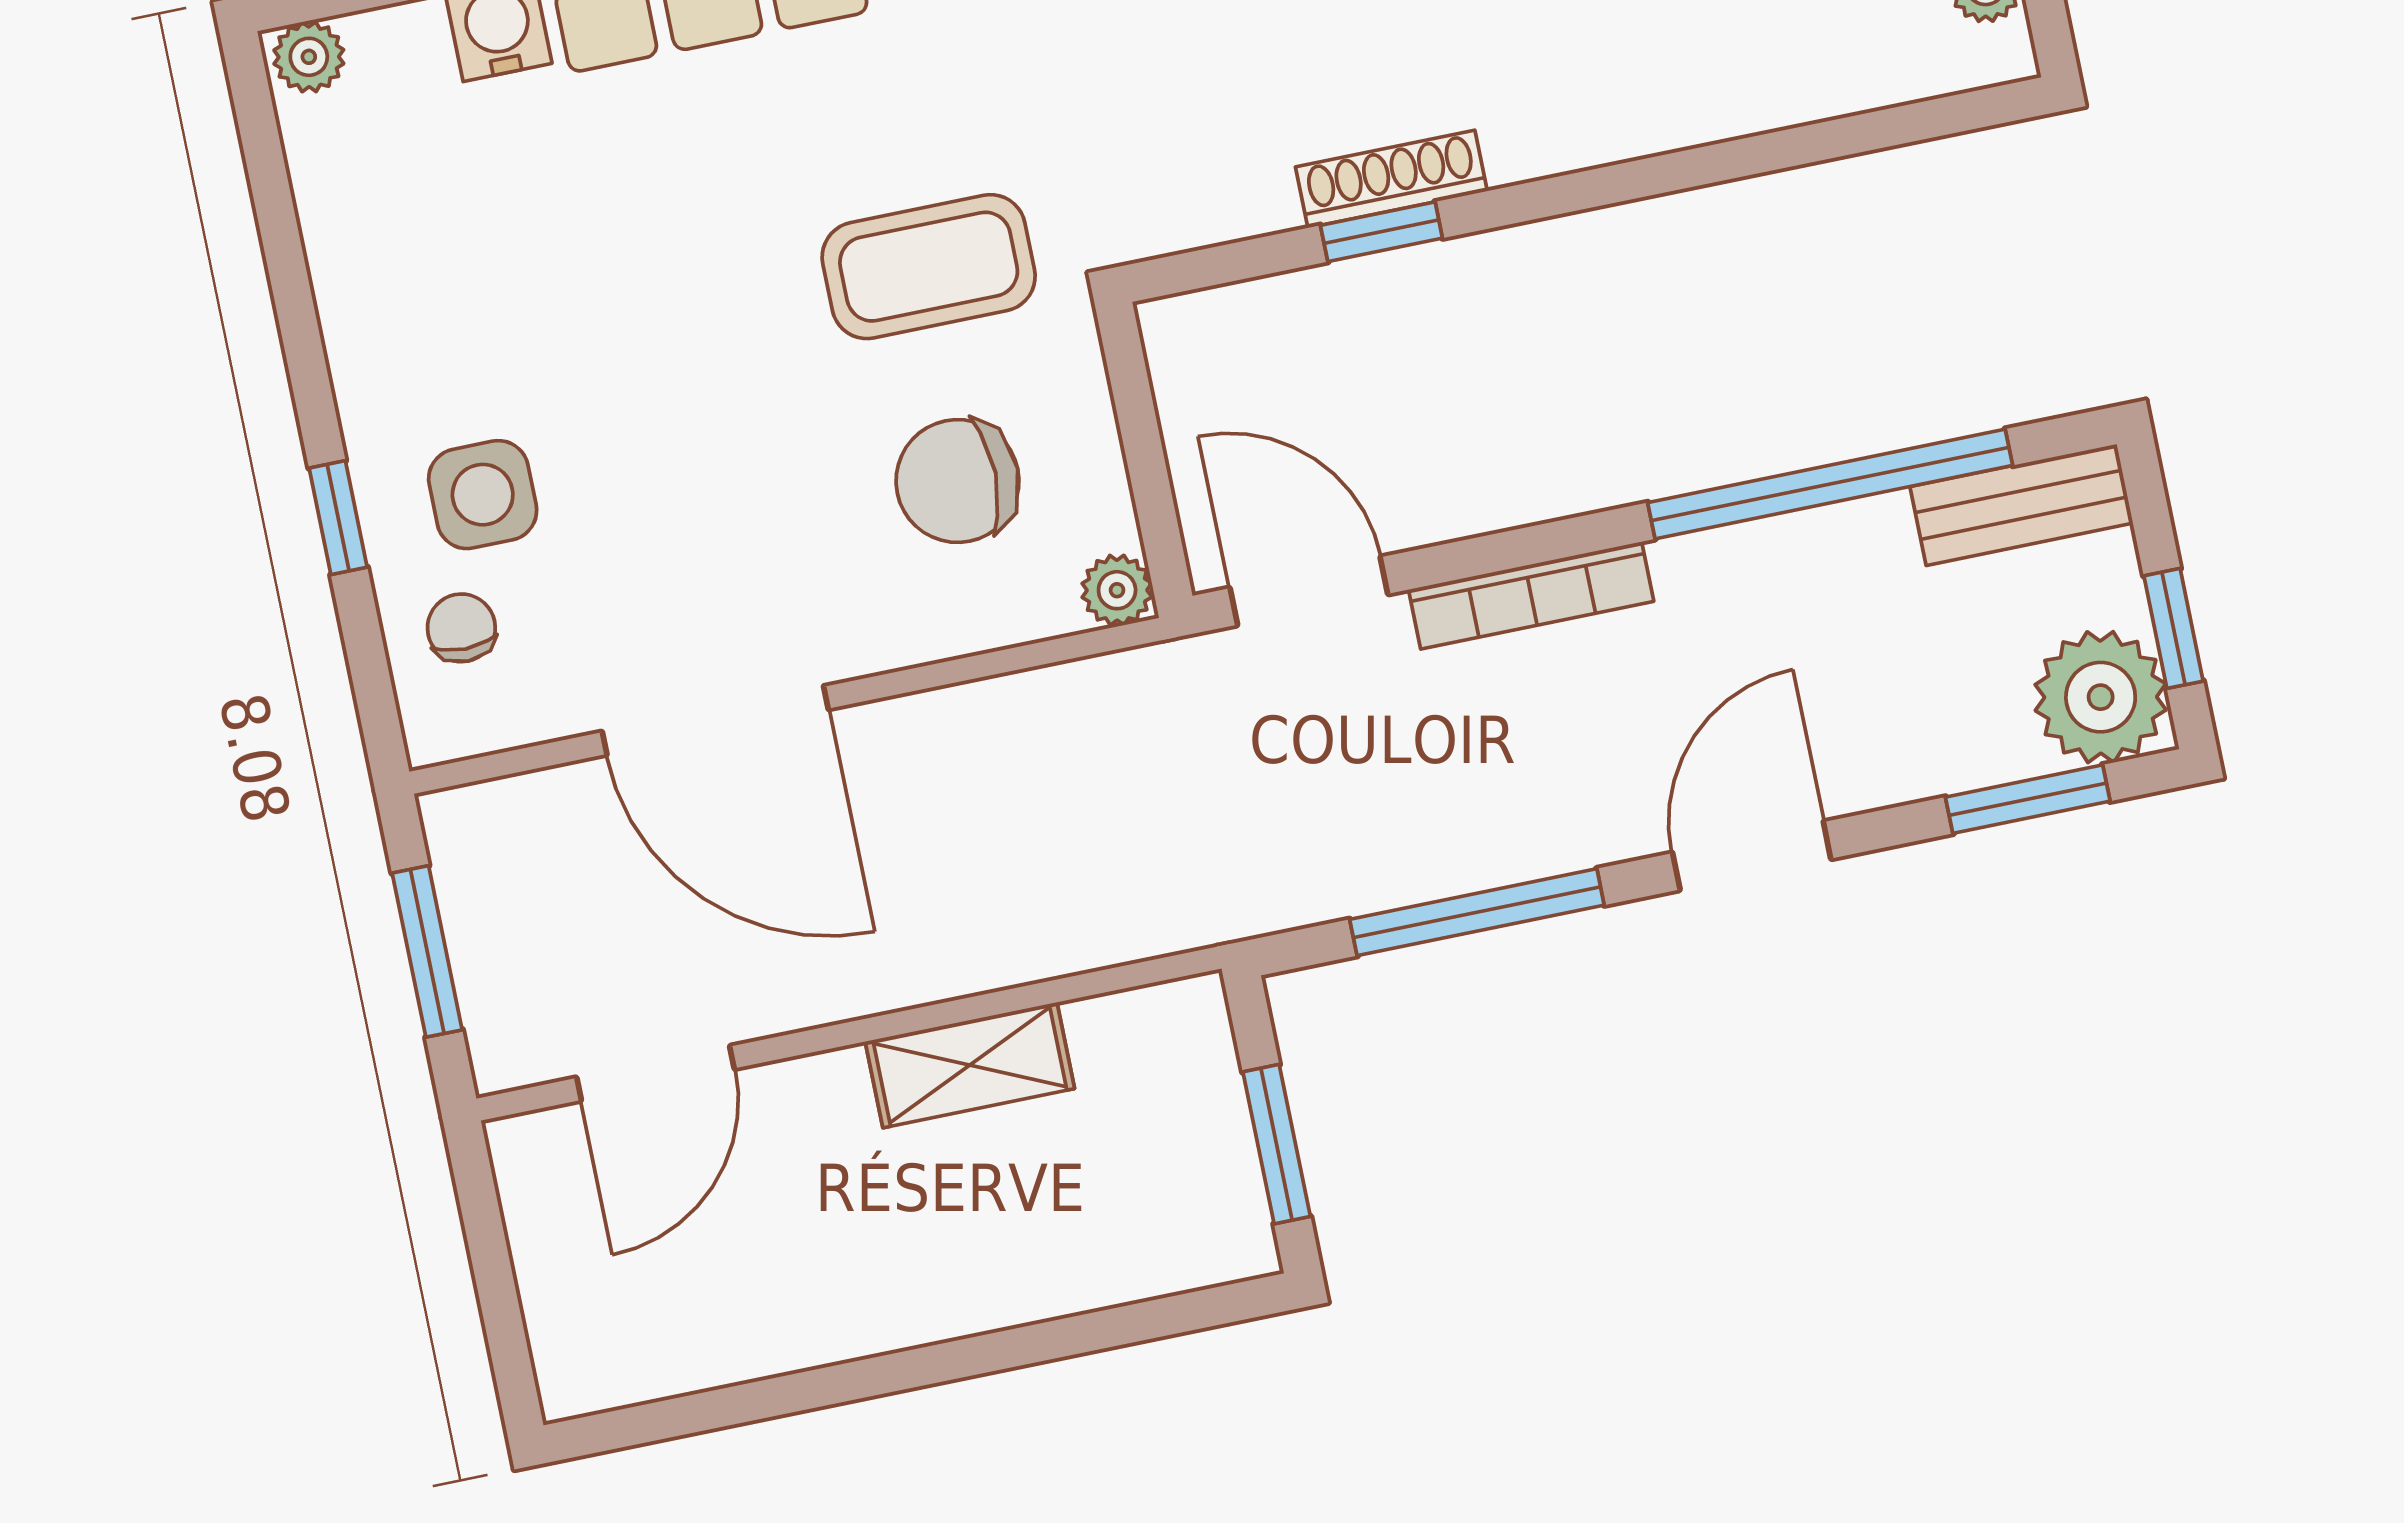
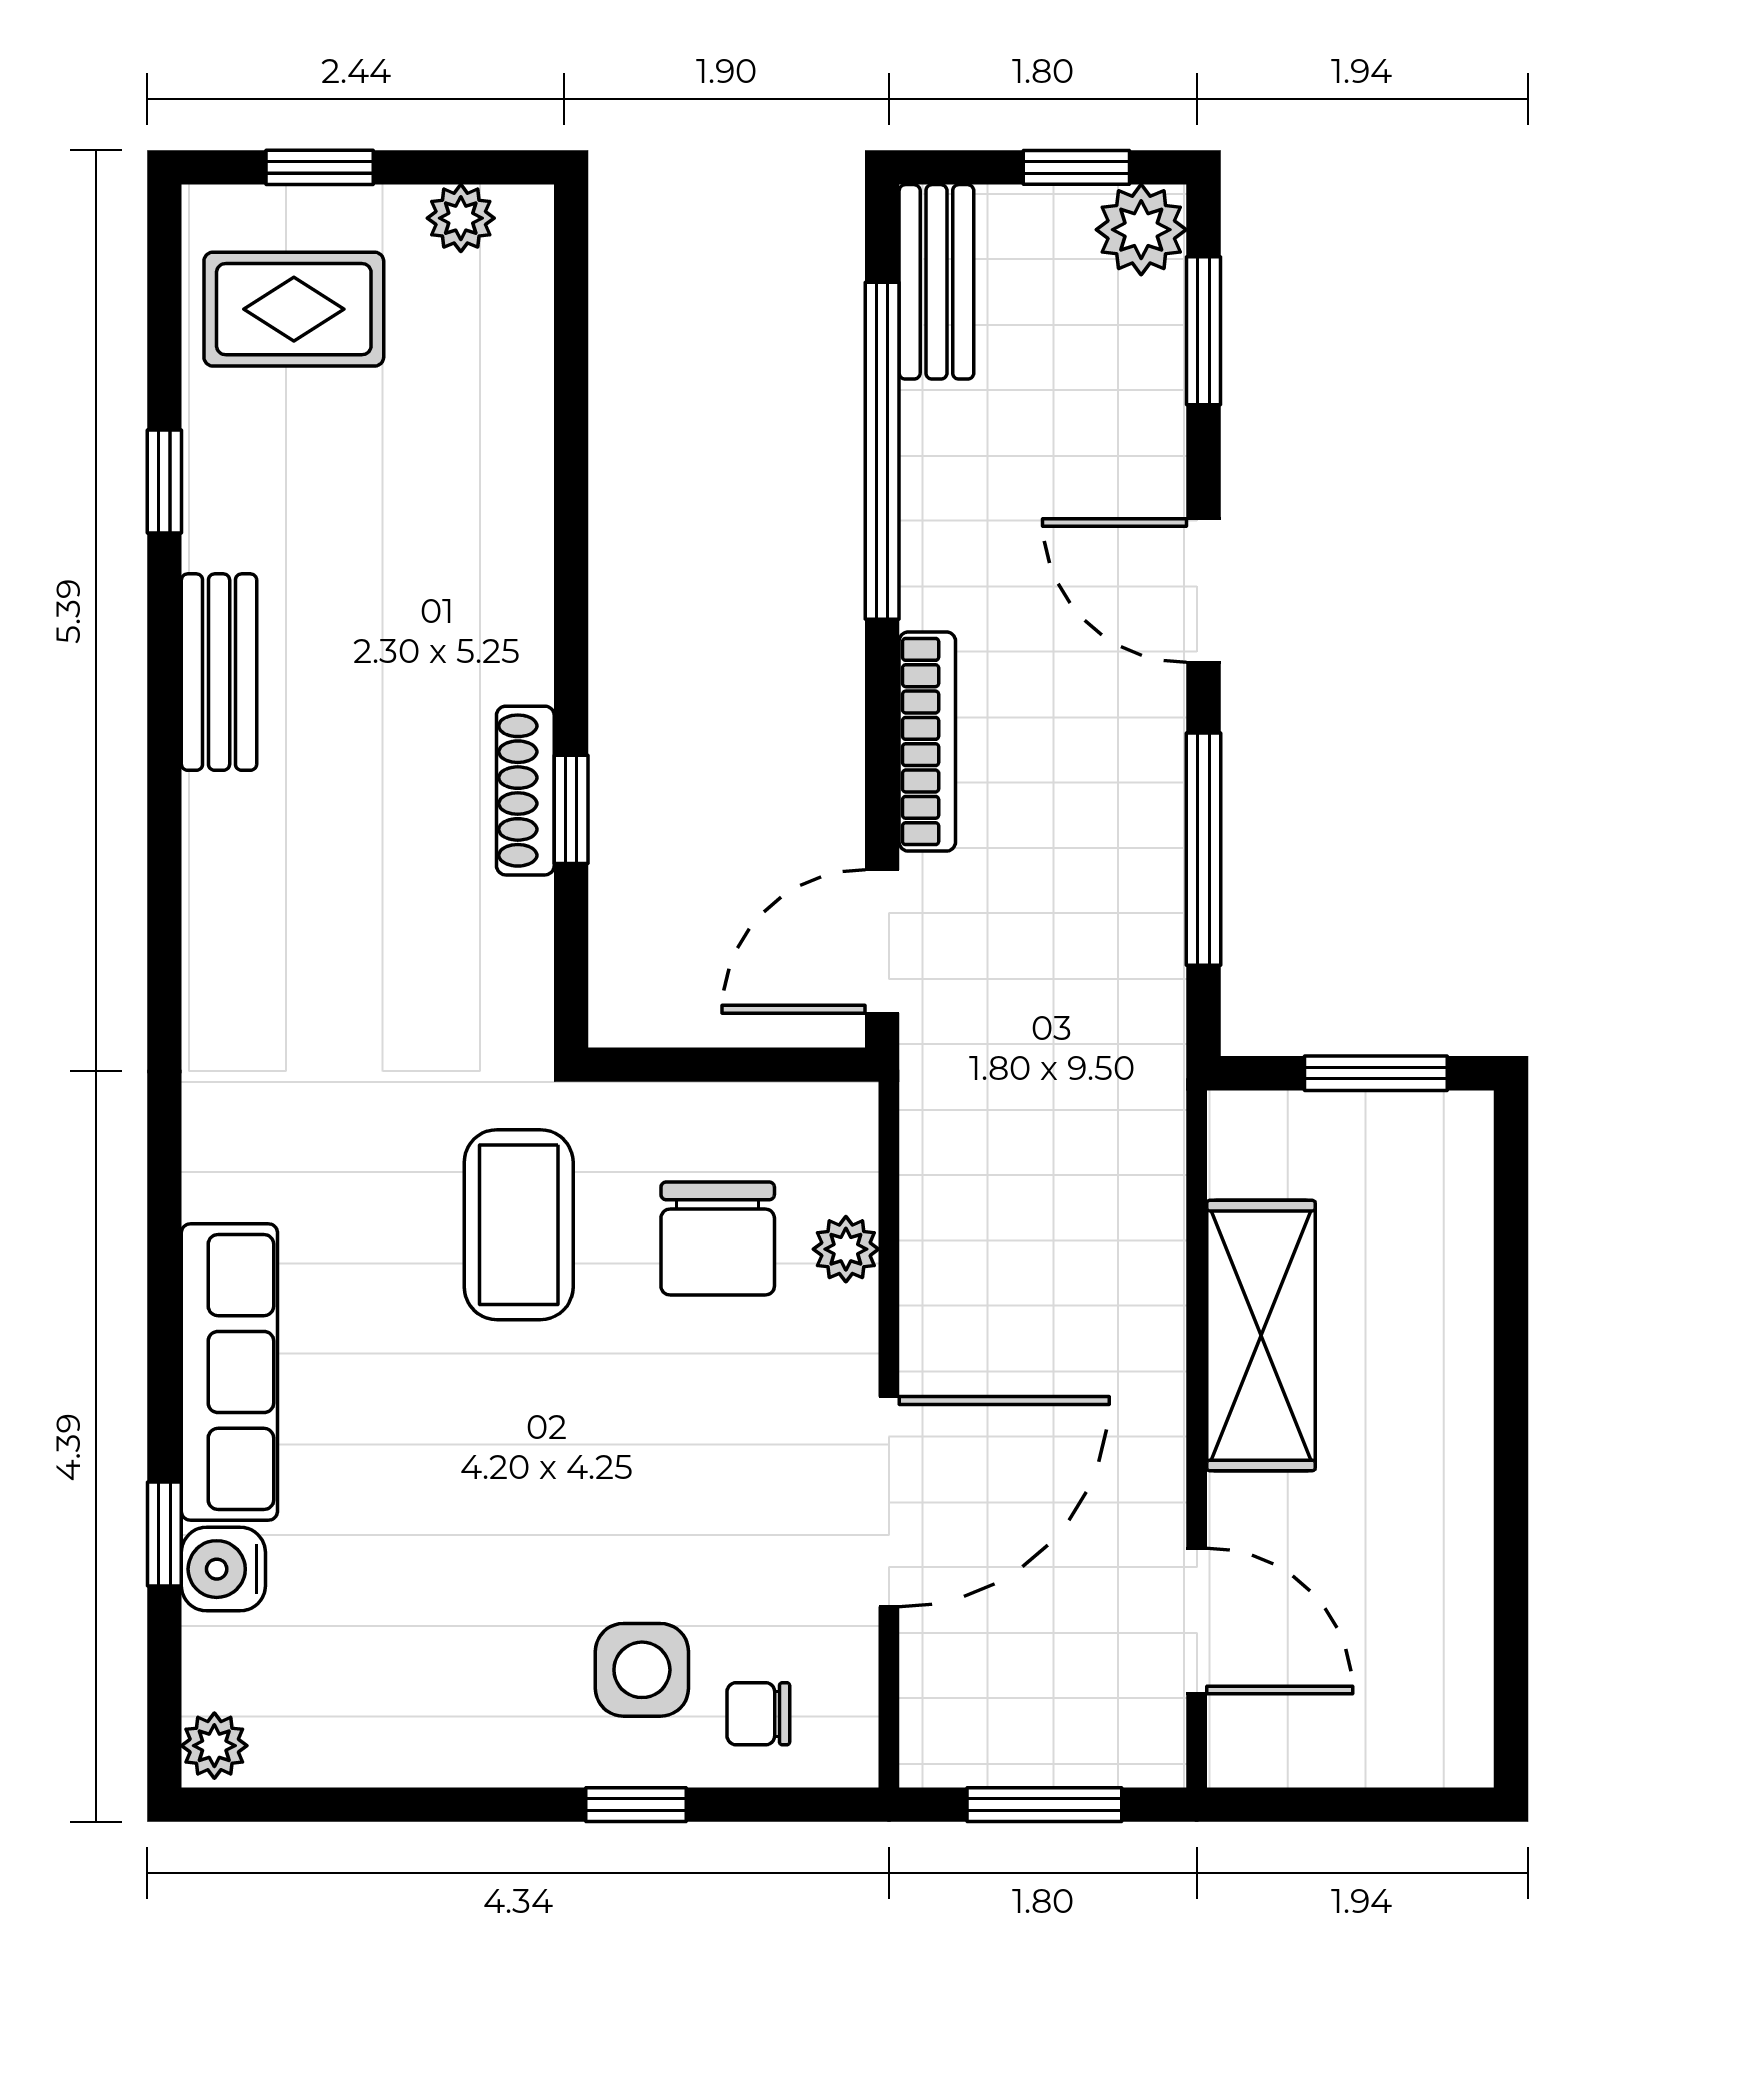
plant: (1117, 590) -> (846, 1249), moved
plant: (2101, 697) -> (1141, 230), width x0.73, depth x0.73
shelving: (970, 1065) -> (1261, 1336), width x1.50, depth x1.33

